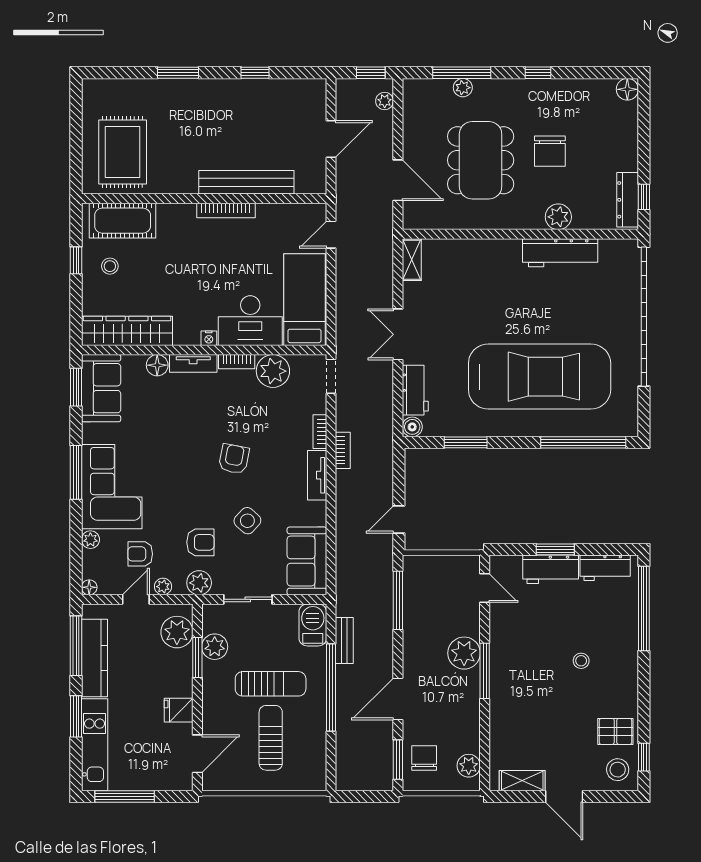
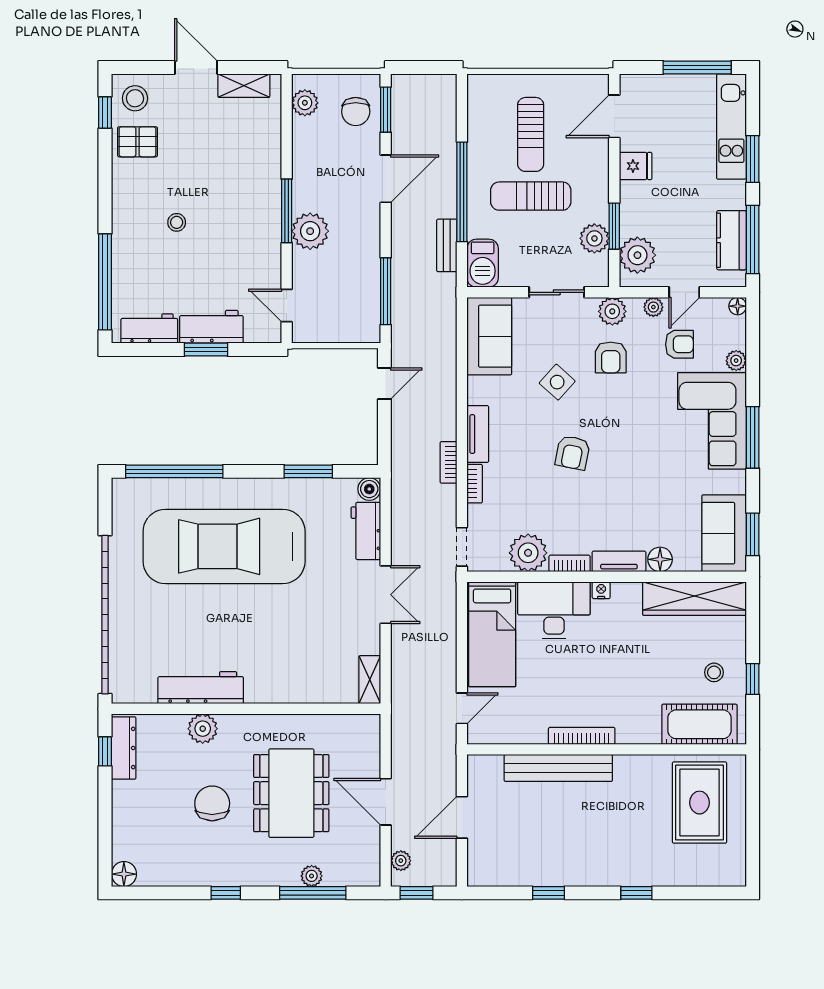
window: (178, 73) -> (636, 893), width x0.67
door: (398, 180) -> (386, 802), moved
armchair: (200, 542) -> (611, 357), turned -90
kitchen counter: (95, 658) -> (731, 240), width x0.67

